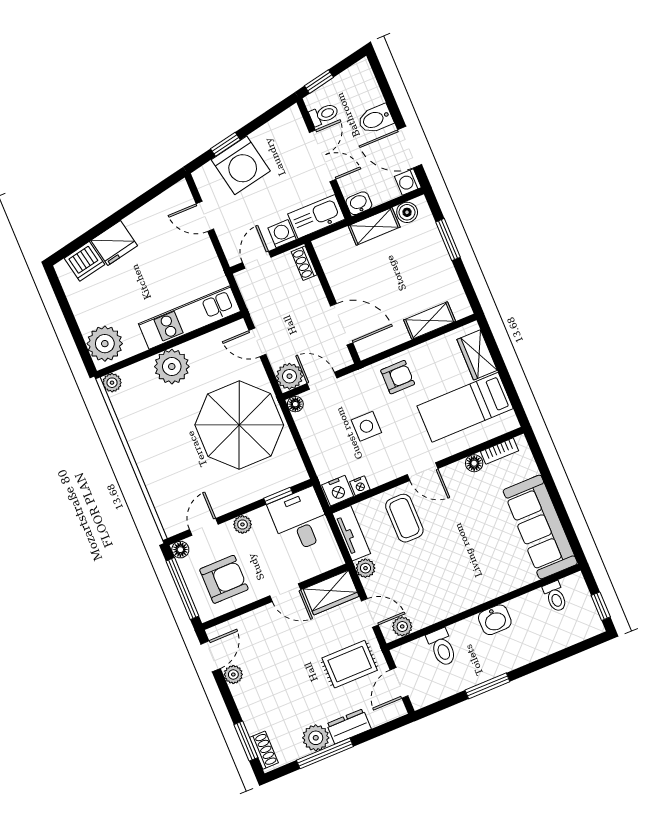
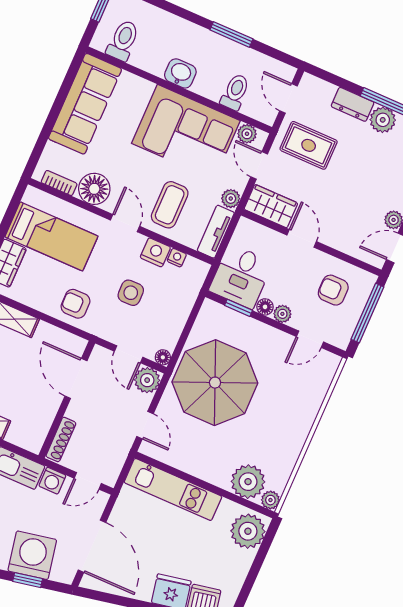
door: (205, 216) -> (92, 546), width x1.88
shoe rack: (304, 263) -> (61, 439), width x1.43
plant: (172, 367) -> (248, 482), moved
floor lamp: (474, 463) -> (94, 189), width x1.89, depth x1.89
nightstand: (338, 491) -> (155, 252), moved
floor lamp: (180, 550) -> (265, 307), moved
armchair: (224, 579) -> (333, 290), width x0.72, depth x0.72
corner sofa: (447, 582) -> (186, 132), added
toilet: (555, 597) -> (123, 41), width x1.37, depth x1.39
door: (399, 683) -> (289, 98), swing flipped

